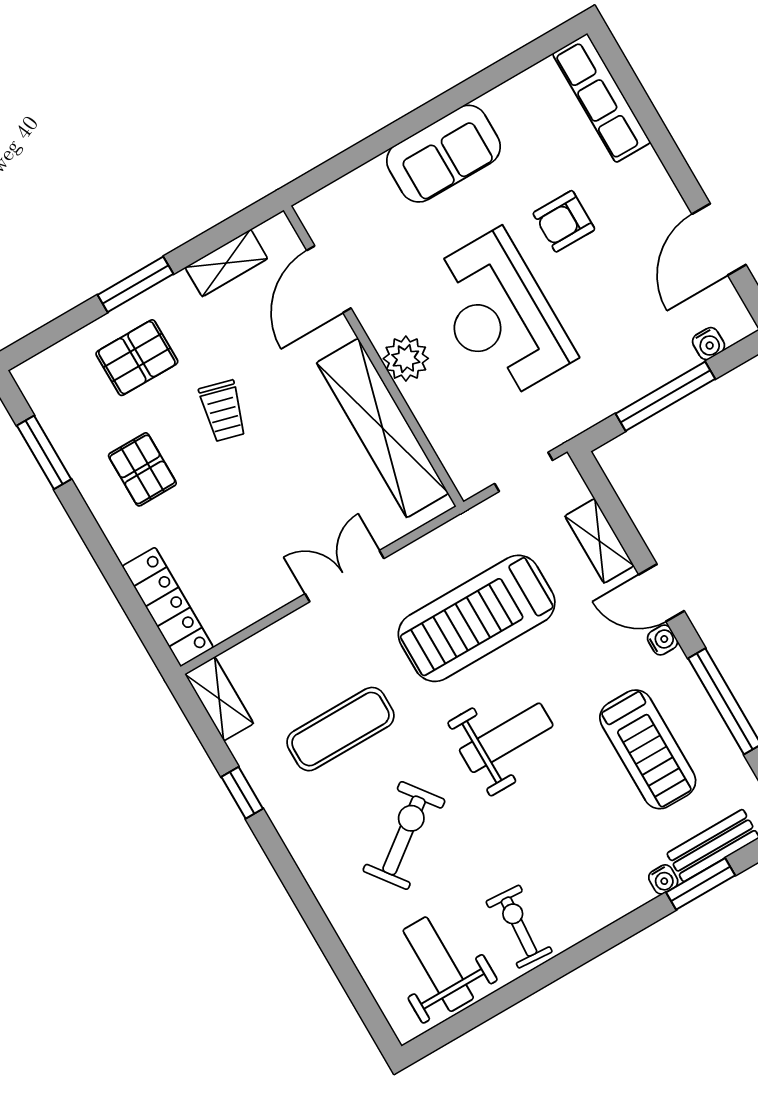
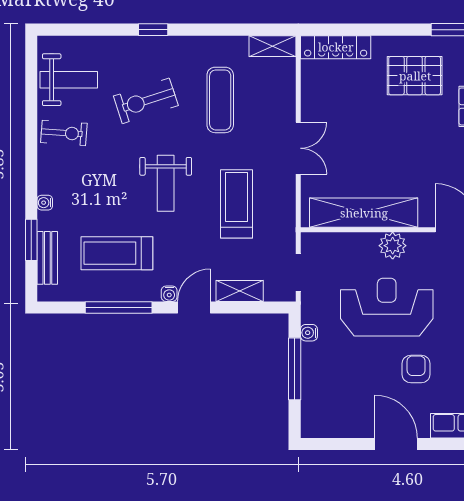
door: (719, 239) -> (396, 444), moved
water cooler: (709, 344) -> (309, 333), moved
trolley: (223, 411) -> (421, 135), removed
pallet: (142, 469) -> (415, 76), width x1.50, depth x1.42
treadmill: (477, 618) -> (236, 204), width x0.73, depth x0.73
window: (242, 793) -> (153, 30), moved
exercise bike: (404, 835) -> (146, 101), turned 109
water cooler: (663, 879) -> (45, 203), moved

